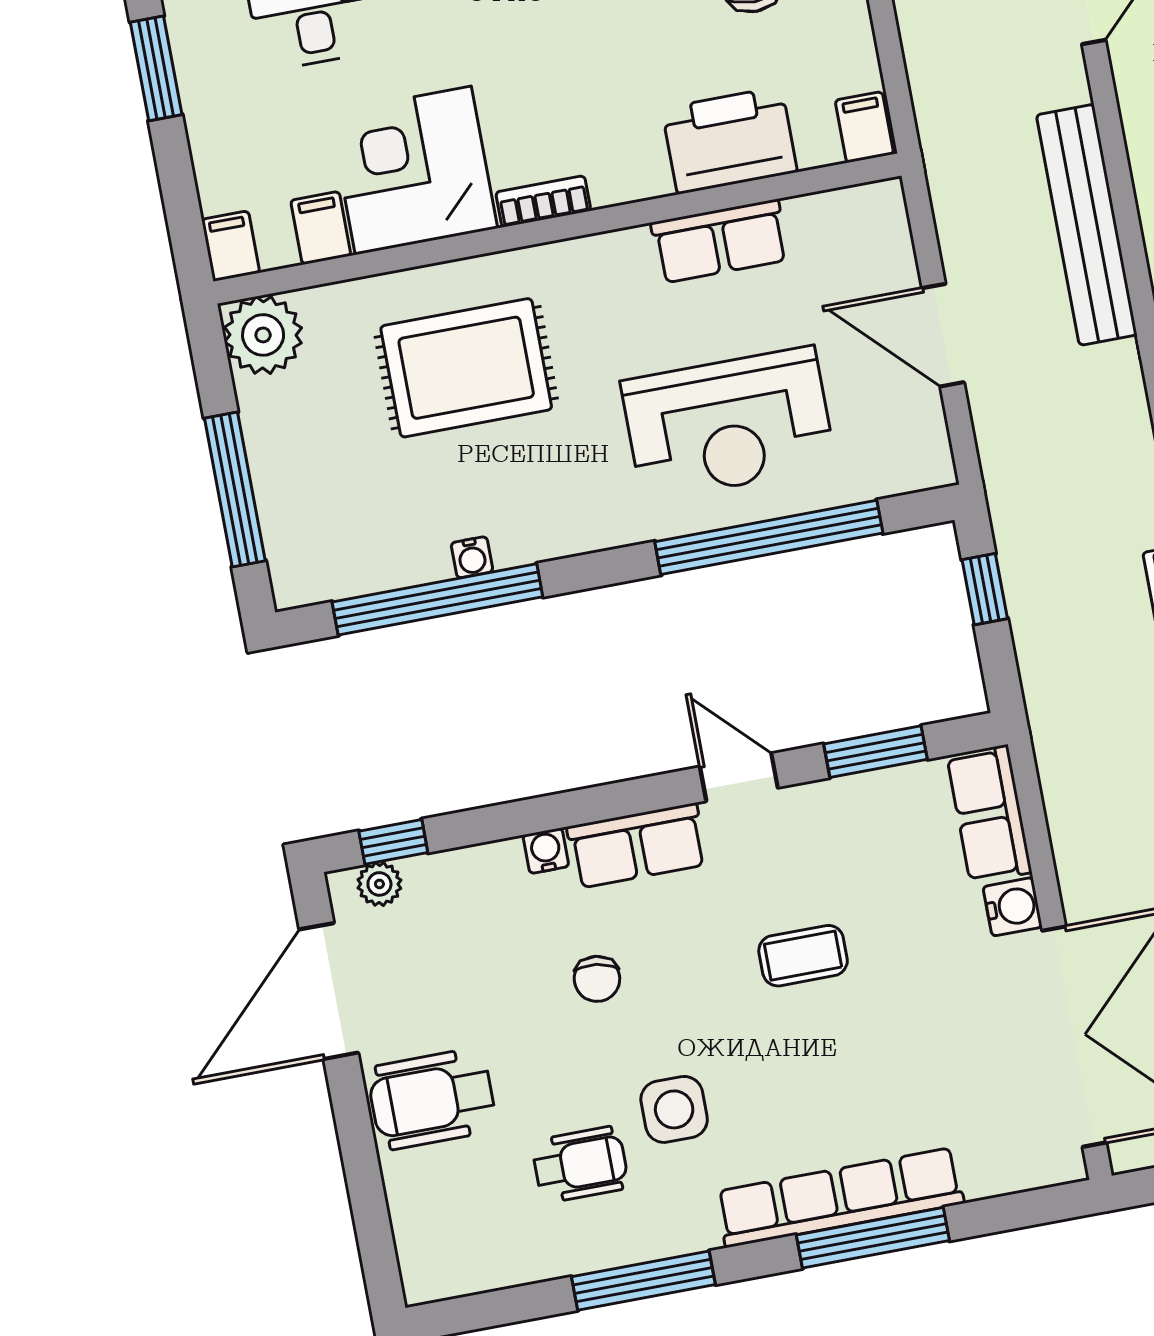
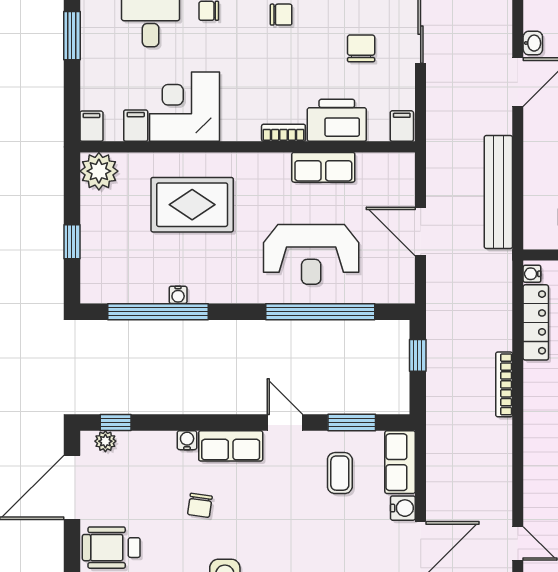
bookcase: (543, 201) -> (283, 133), moved
window: (235, 489) -> (72, 242), width x0.46
coffee table: (803, 956) -> (340, 473), moved, turned 90

